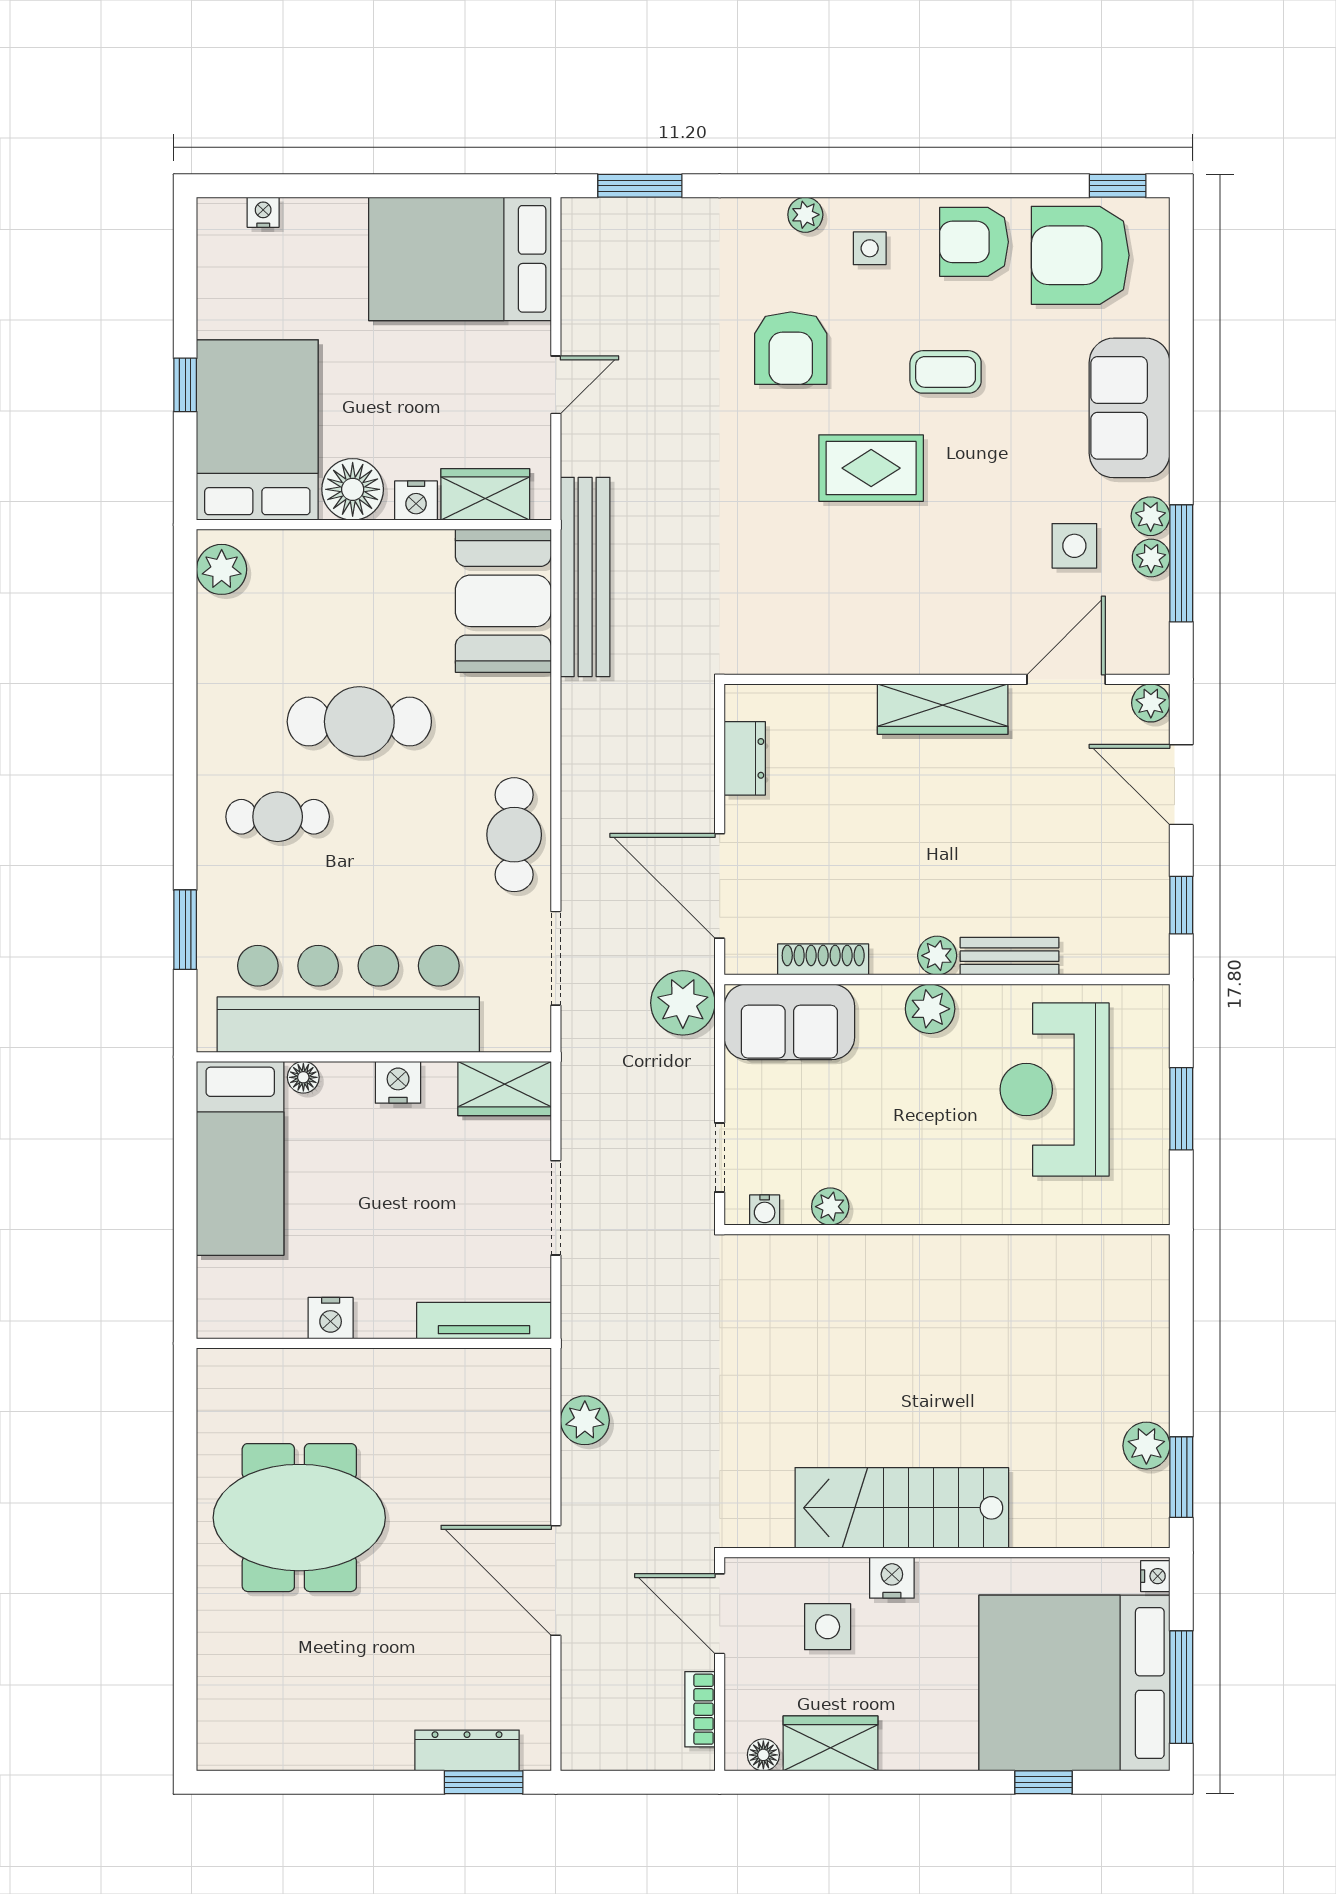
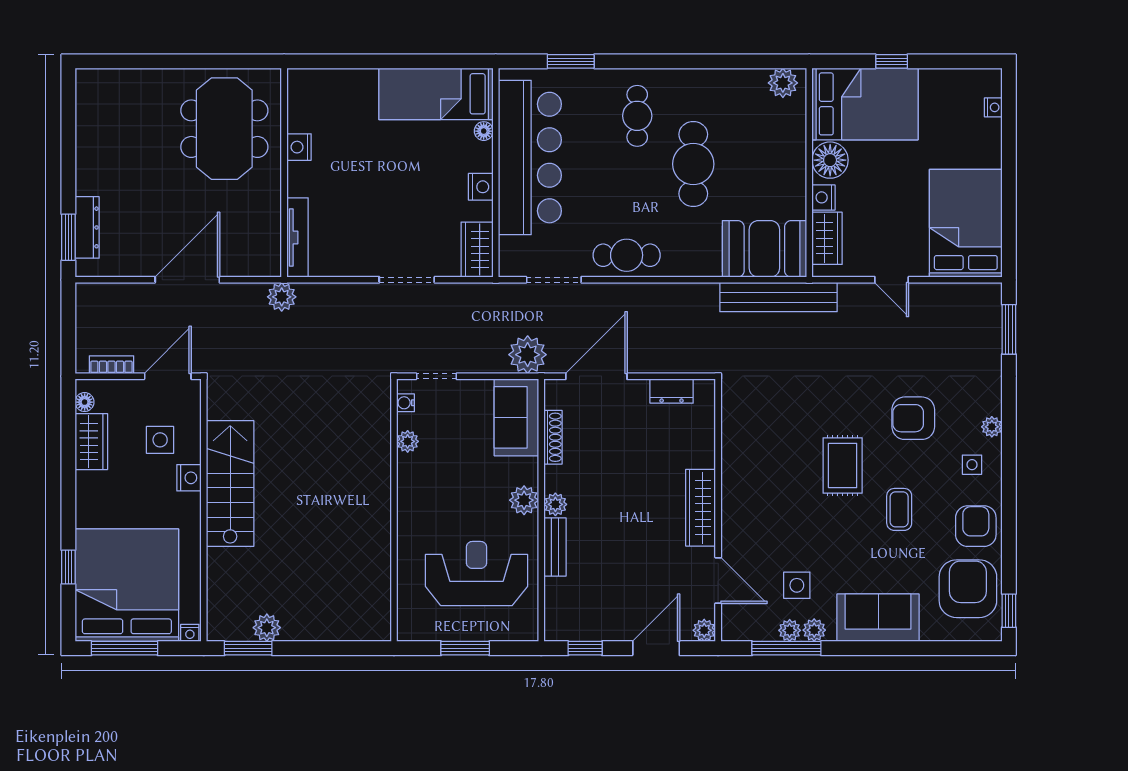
nightstand: (331, 1318) -> (299, 147), moved
tv unit: (484, 1321) -> (298, 237), moved
wall: (374, 1343) -> (284, 173), moved

